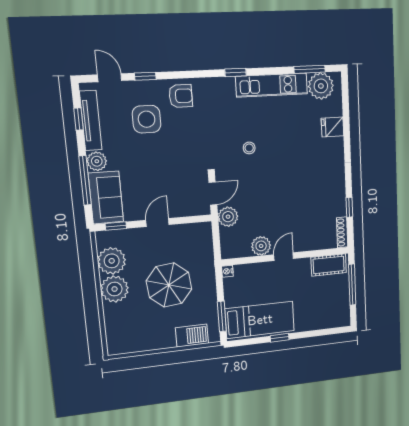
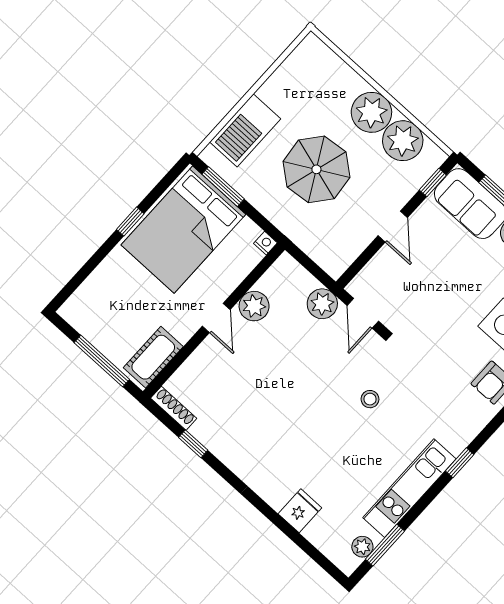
plant: (321, 86) -> (362, 547), width x0.53, depth x0.53
bed: (260, 320) -> (183, 230), width x1.50
barbecue: (192, 336) -> (245, 130), width x1.37, depth x1.21

